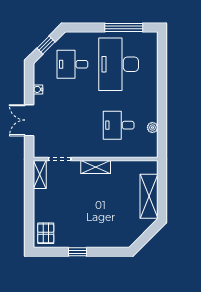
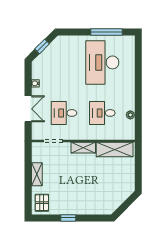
desk: (72, 64) -> (64, 113), moved
double door: (29, 120) -> (28, 109), swing flipped
shelving: (40, 175) -> (37, 174), moved
shelving: (149, 196) -> (115, 150), moved, turned 90

